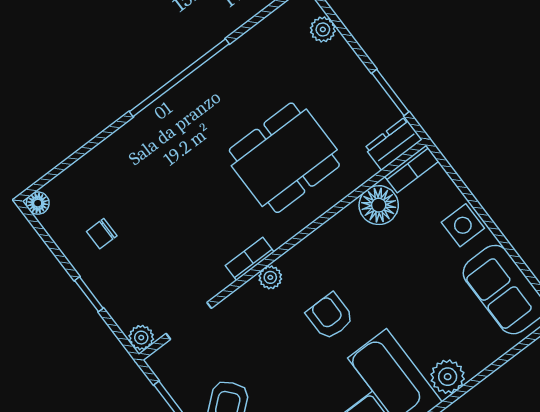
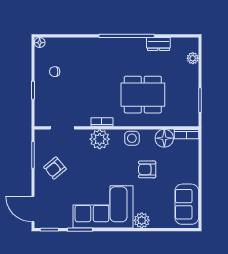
dresser: (393, 144) -> (158, 44), moved, turned 180
side table: (463, 225) -> (132, 138), moved
plant: (270, 277) -> (100, 139), width x1.88, depth x1.88
armchair: (330, 316) -> (147, 169), moved, turned -90
plant: (141, 338) -> (40, 121), removed

